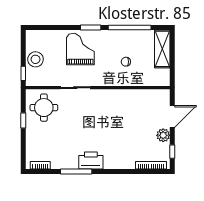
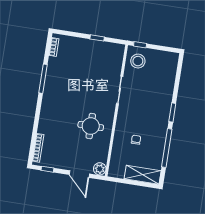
grand piano: (80, 49) -> (154, 100), removed
stool: (35, 59) -> (138, 61), moved
round table: (44, 108) -> (91, 126), moved
plant: (163, 135) -> (100, 169), moved
printer: (91, 161) -> (51, 94), removed

